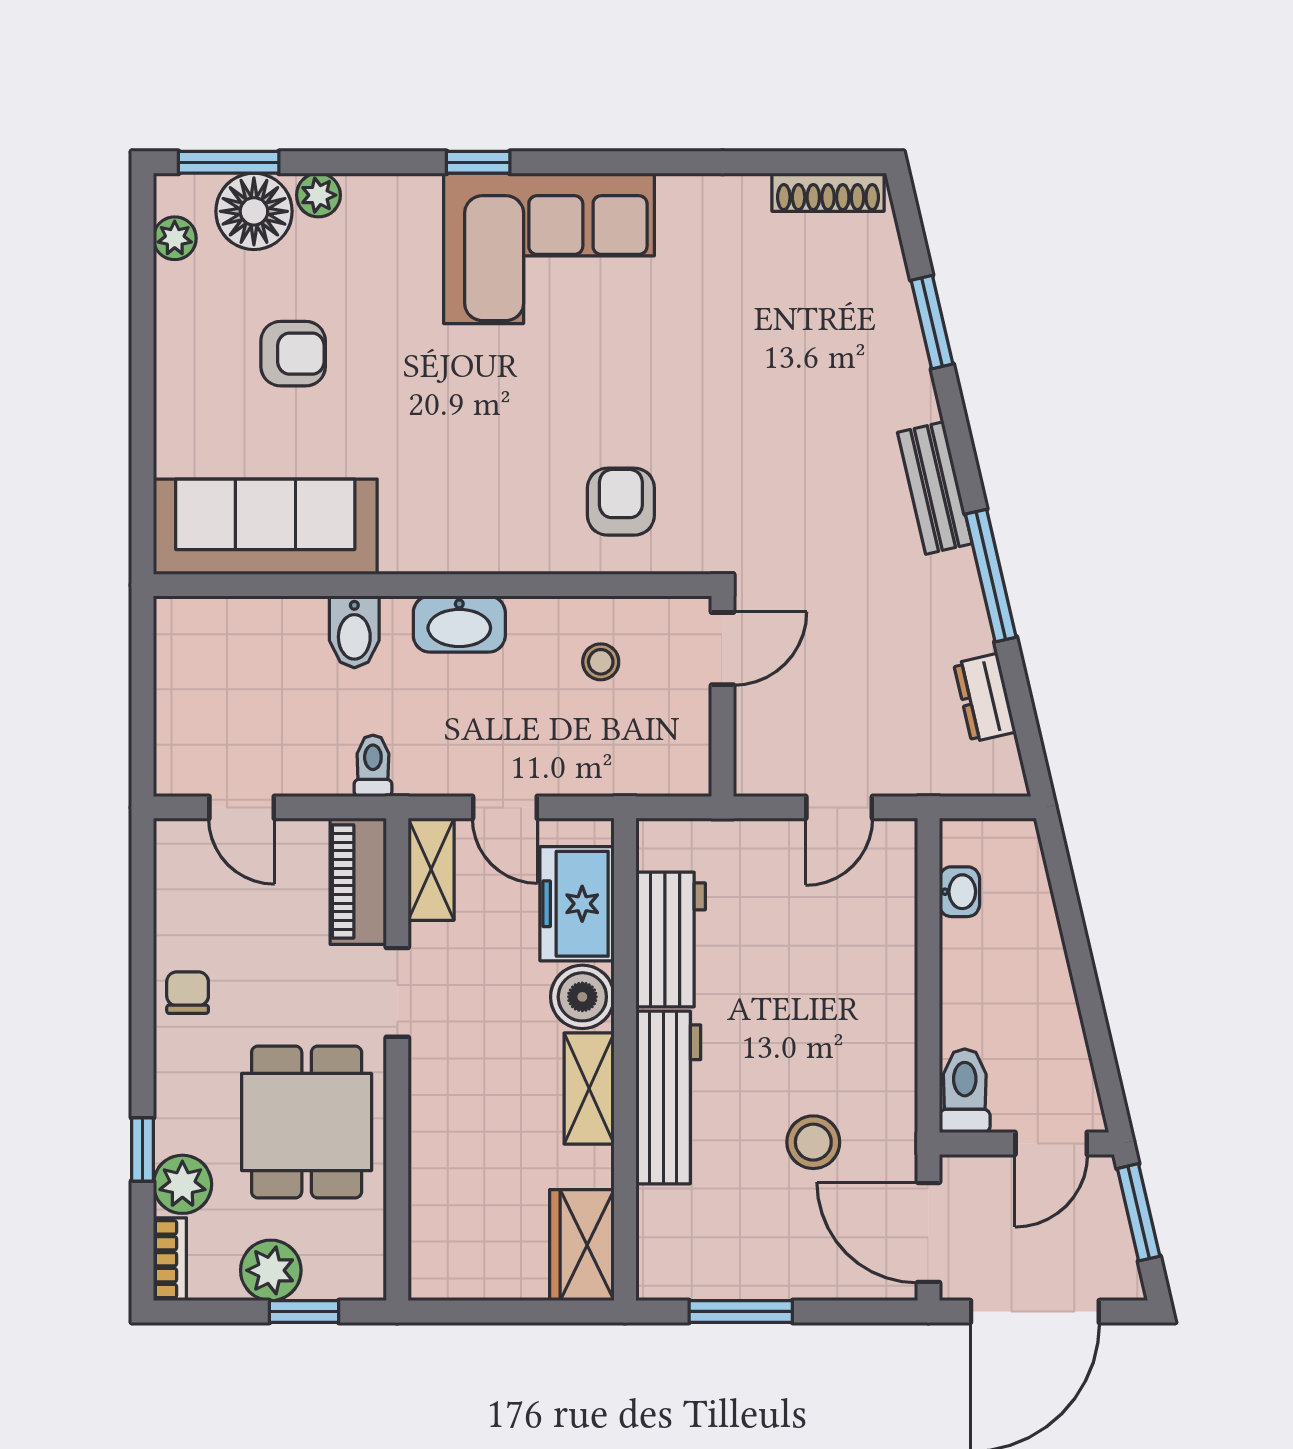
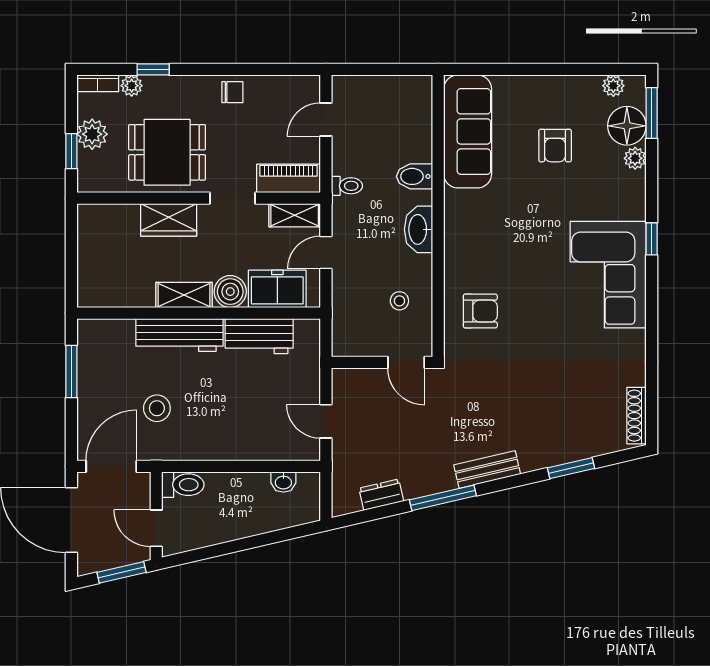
plant: (182, 1184) -> (132, 86), width x0.73, depth x0.73
wardrobe: (582, 1245) -> (169, 220), moved, turned 180

